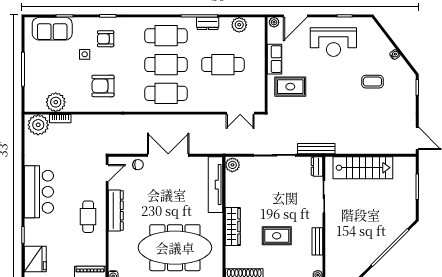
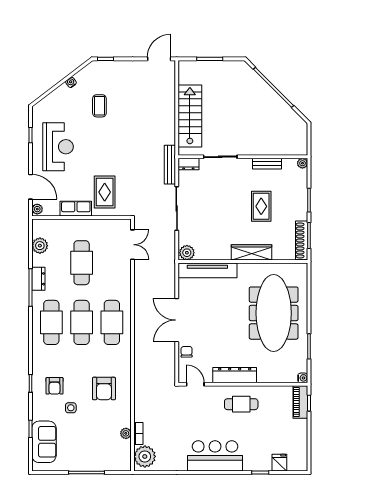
plant: (56, 102) -> (126, 433), width x0.53, depth x0.53
fridge: (35, 259) -> (279, 463), width x0.53, depth x0.75

